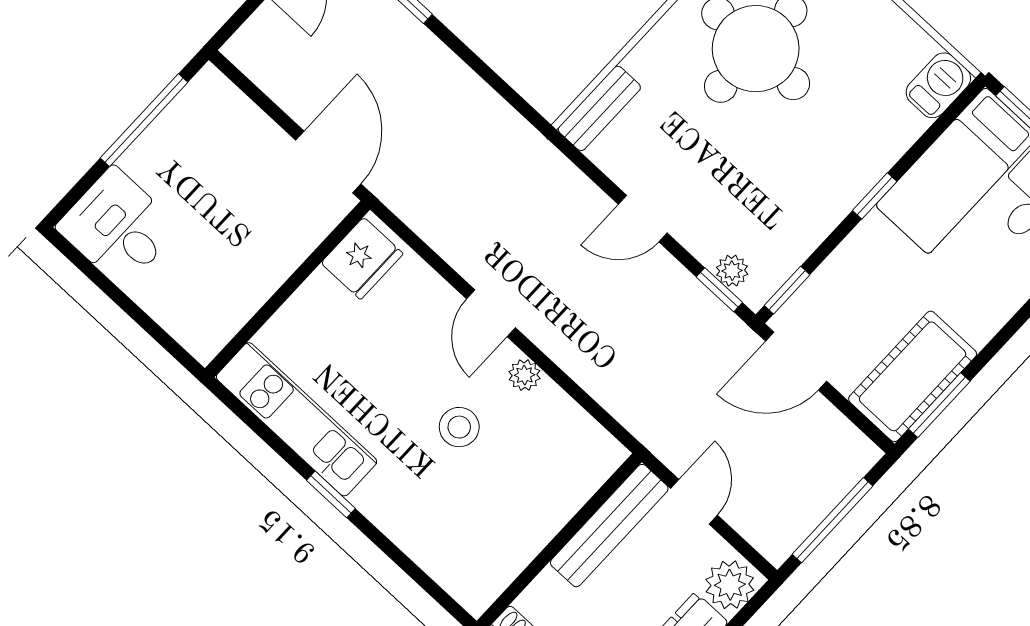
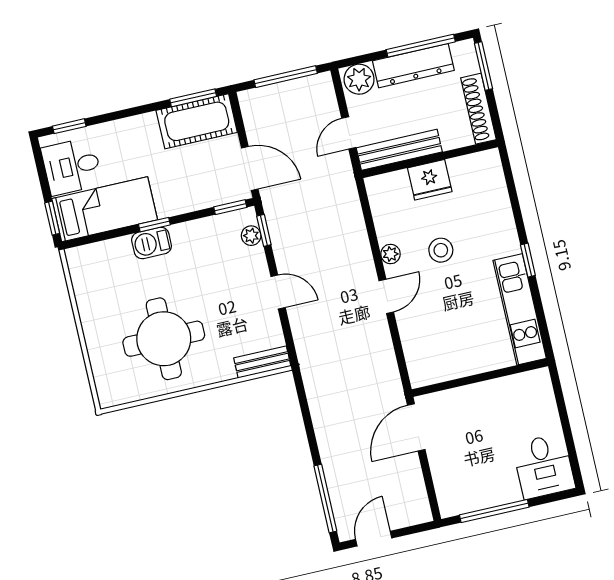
barbecue: (938, 85) -> (152, 243), moved
fridge: (362, 258) -> (430, 180), moved, turned 180

